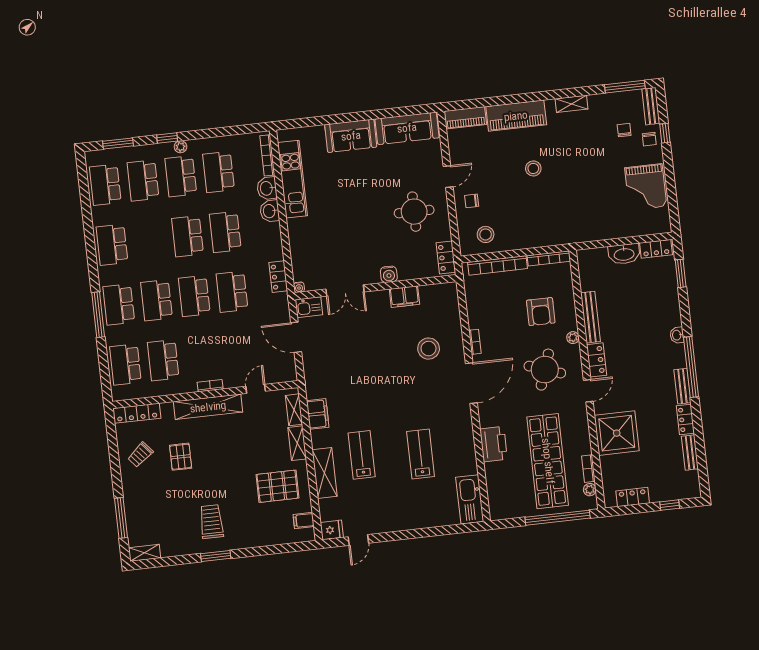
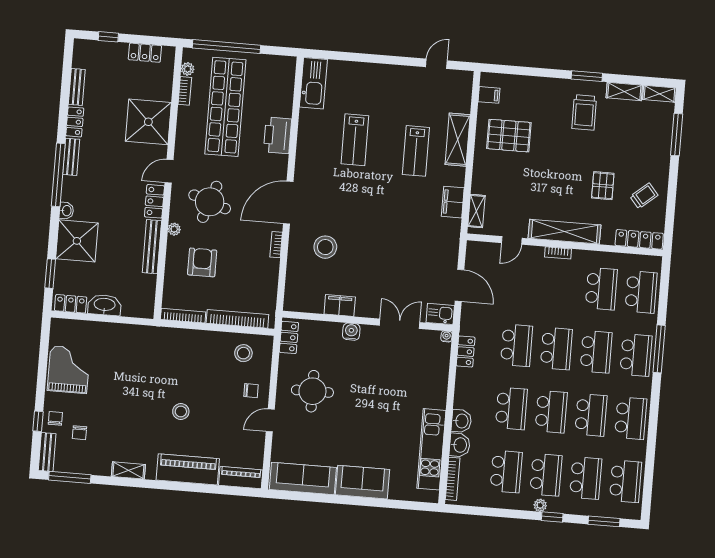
school desk: (150, 240) -> (591, 415), added
shower: (662, 309) -> (77, 241), added
shelving: (297, 443) -> (624, 91), moved, turned 90
fridge: (332, 530) -> (462, 80), removed

